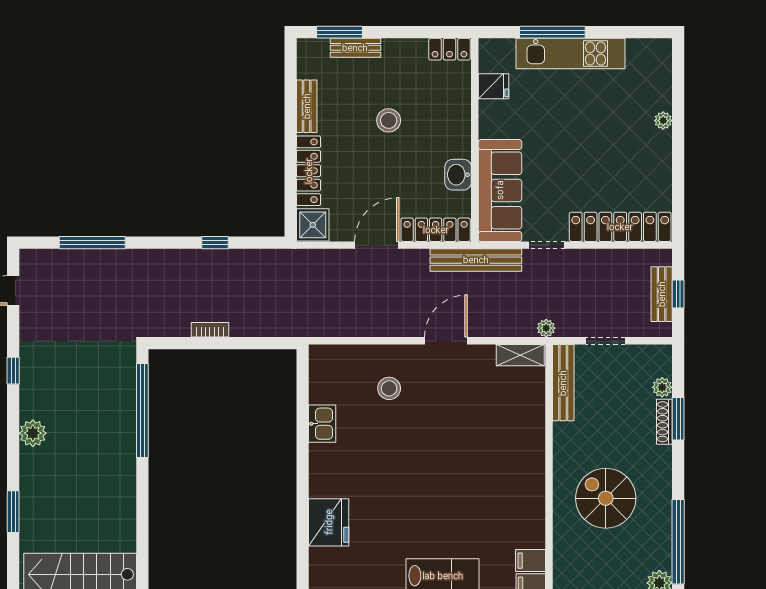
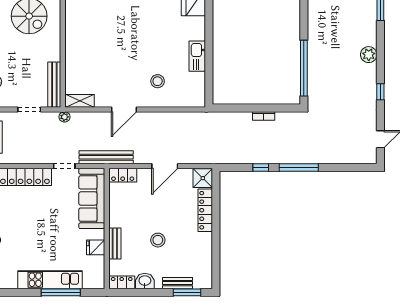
fridge: (493, 86) -> (96, 247), moved
bench: (307, 106) -> (115, 244), moved
washbasin: (458, 175) -> (145, 281), moved, turned -90
locker: (436, 230) -> (123, 175), width x0.66
window: (92, 243) -> (299, 168), moved
kitchen sink: (322, 424) -> (197, 56), width x1.38

